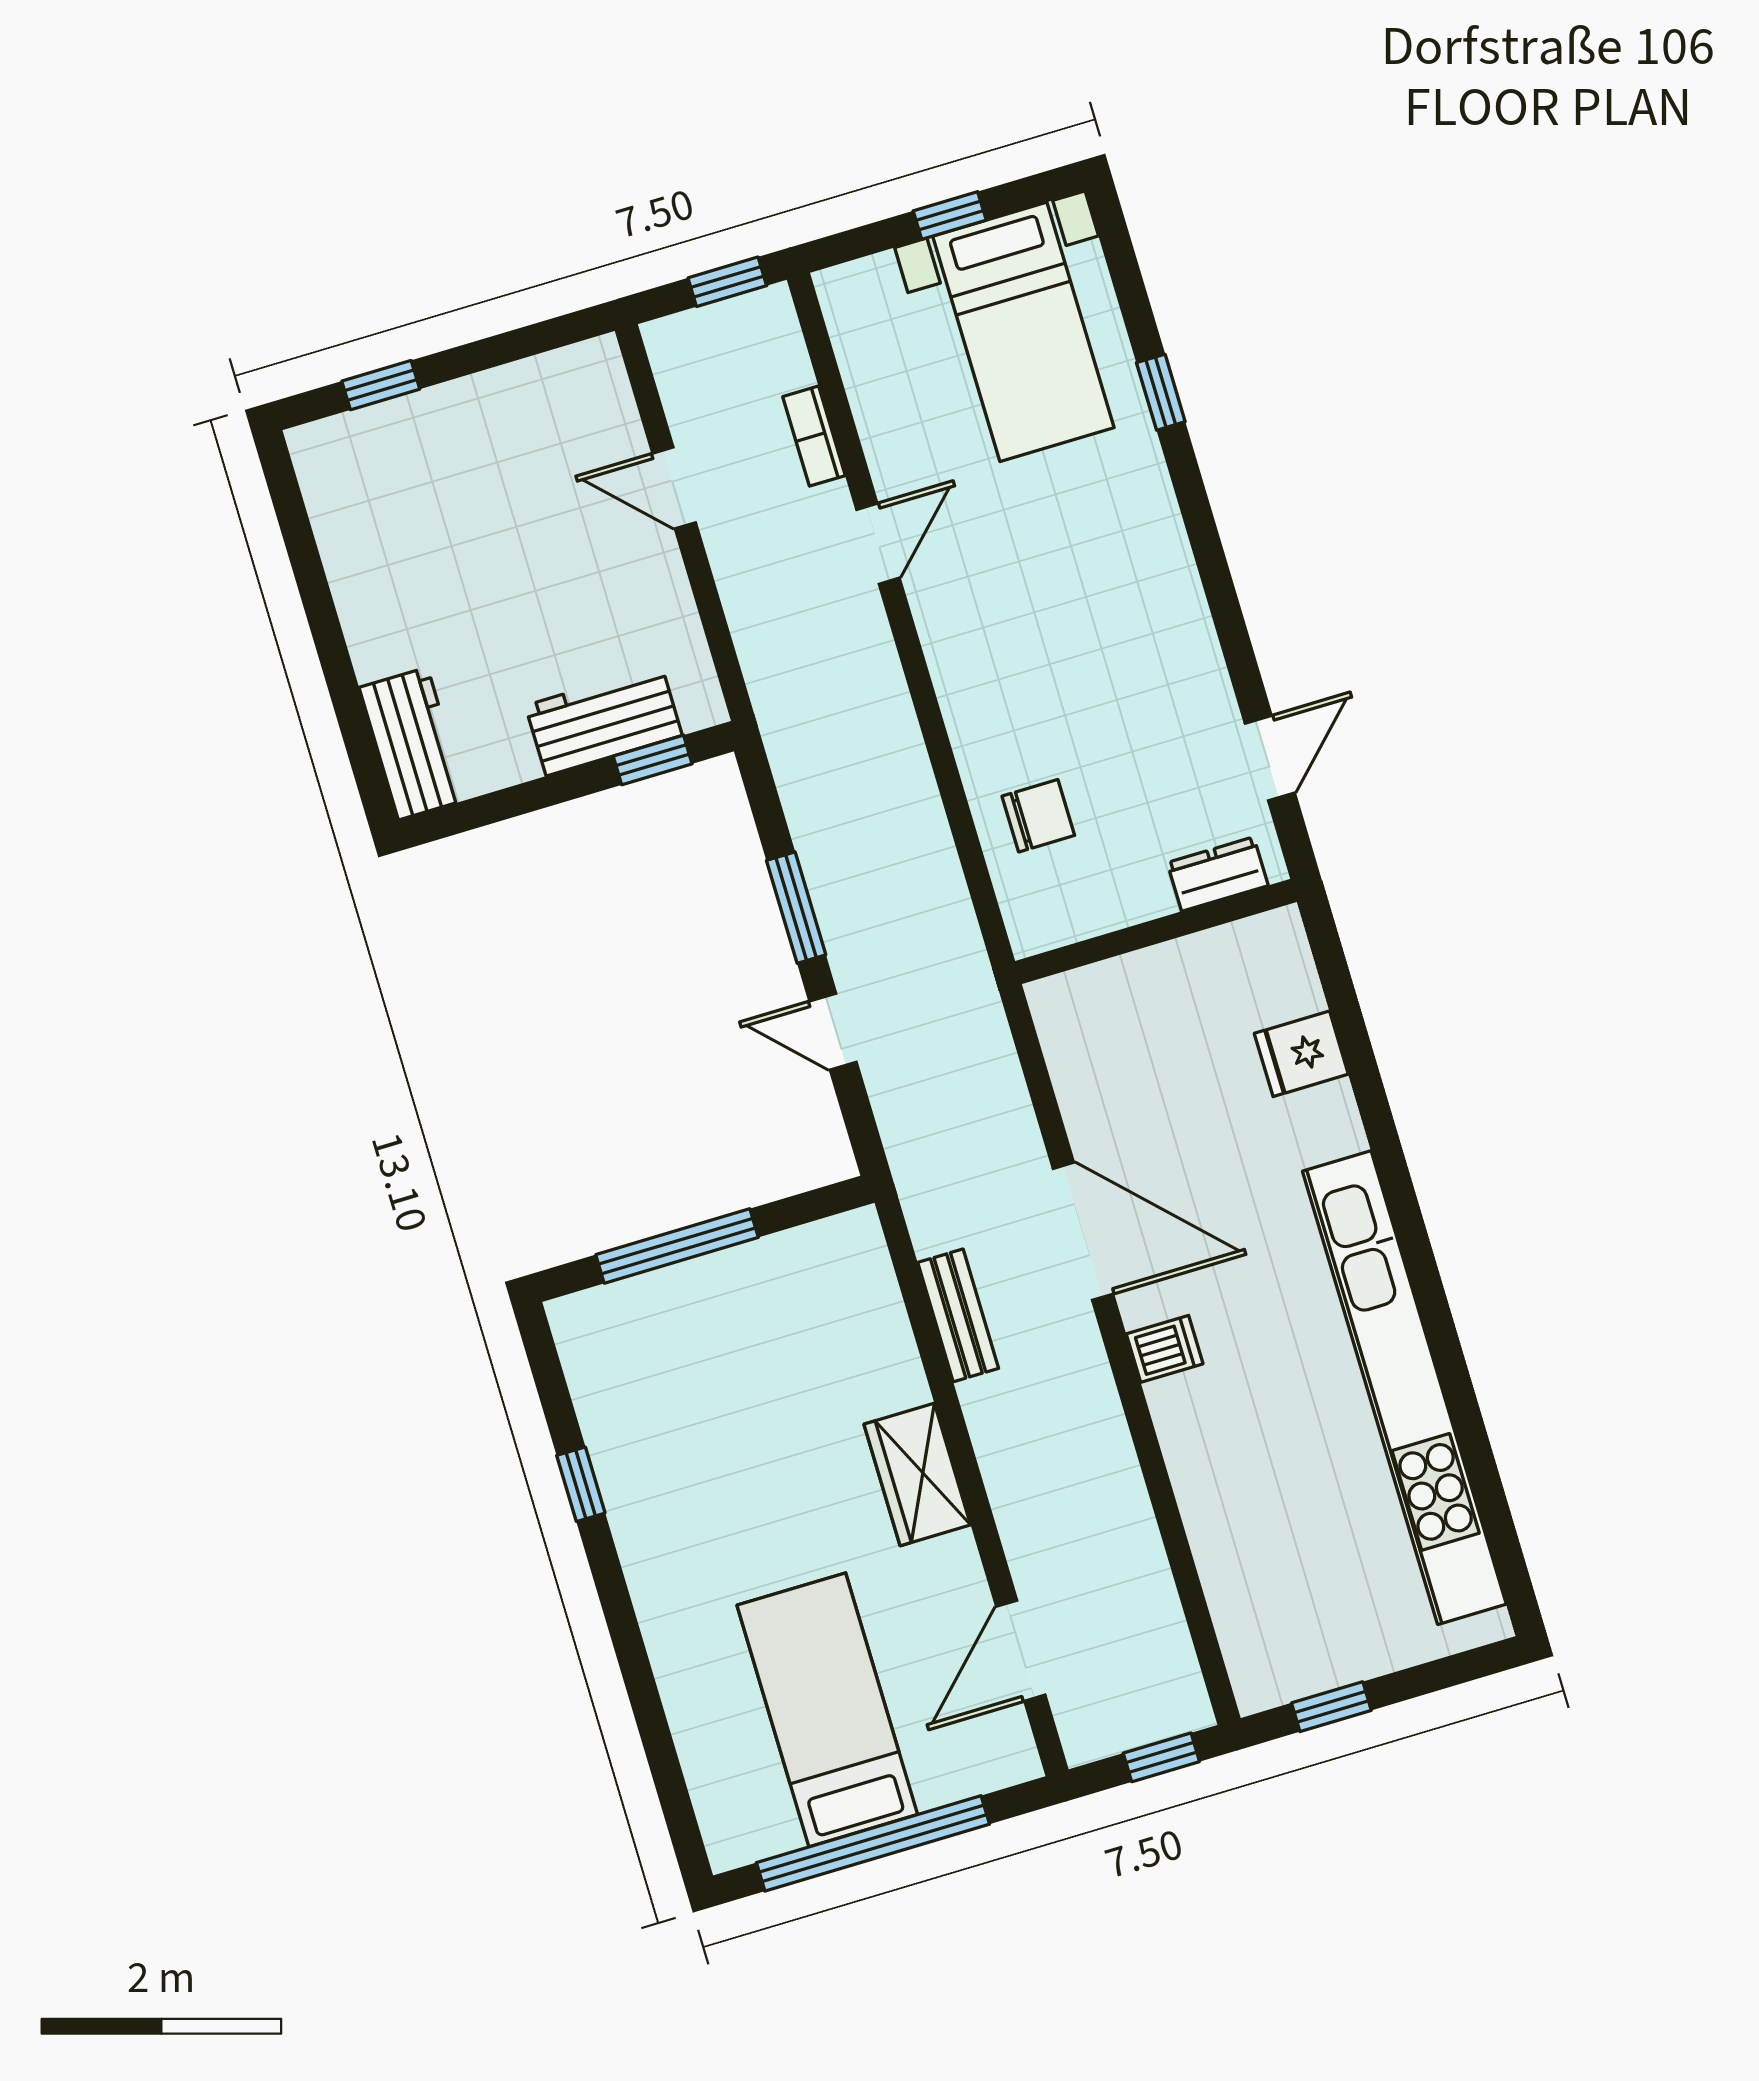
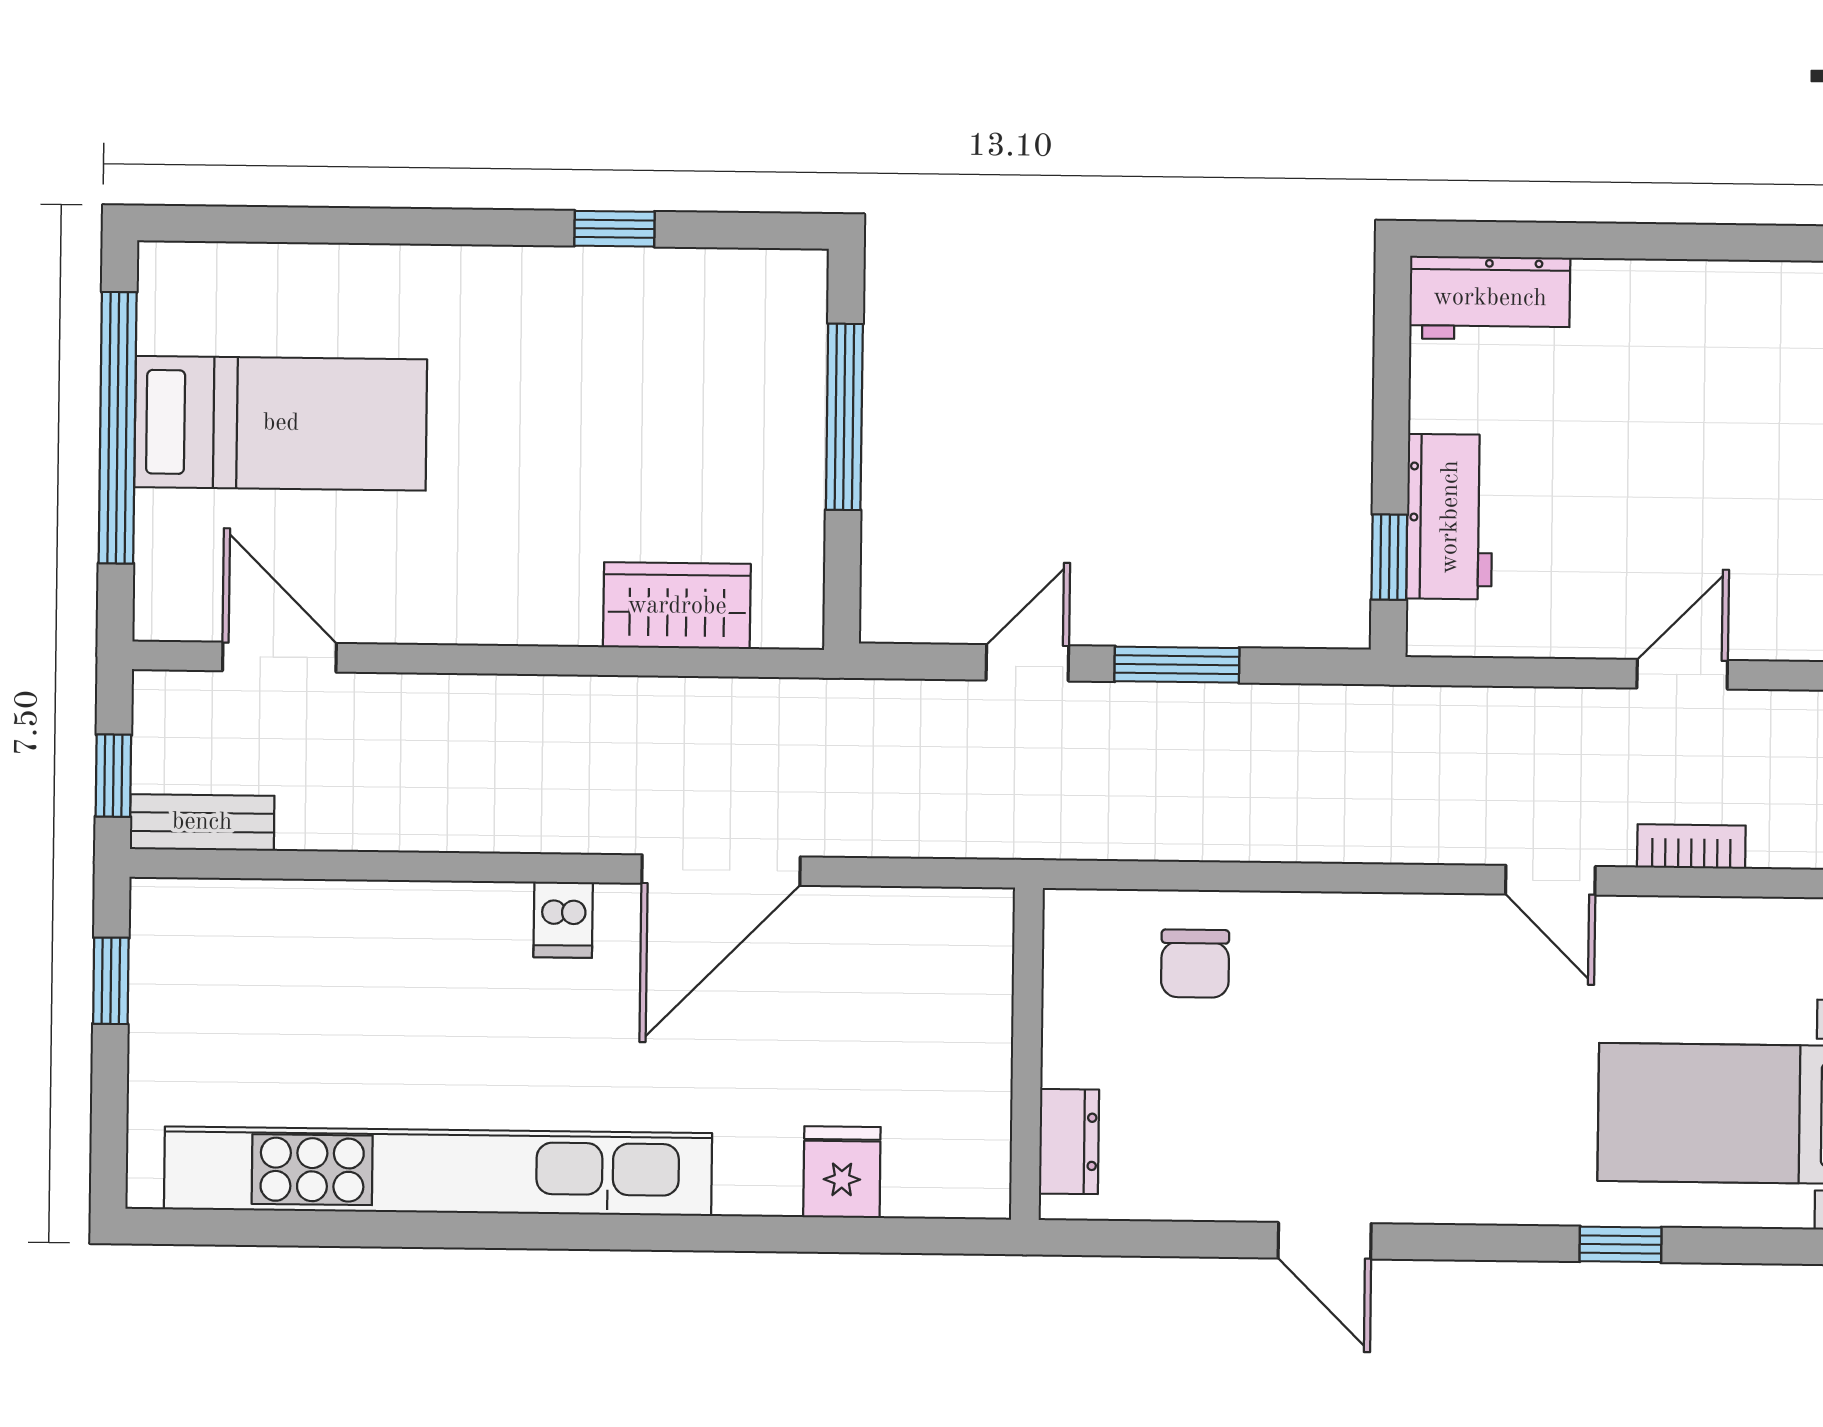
door: (1270, 758) -> (1325, 1241), moved
bench: (958, 1315) -> (202, 822), moved
wardrobe: (917, 1474) -> (677, 606), moved

